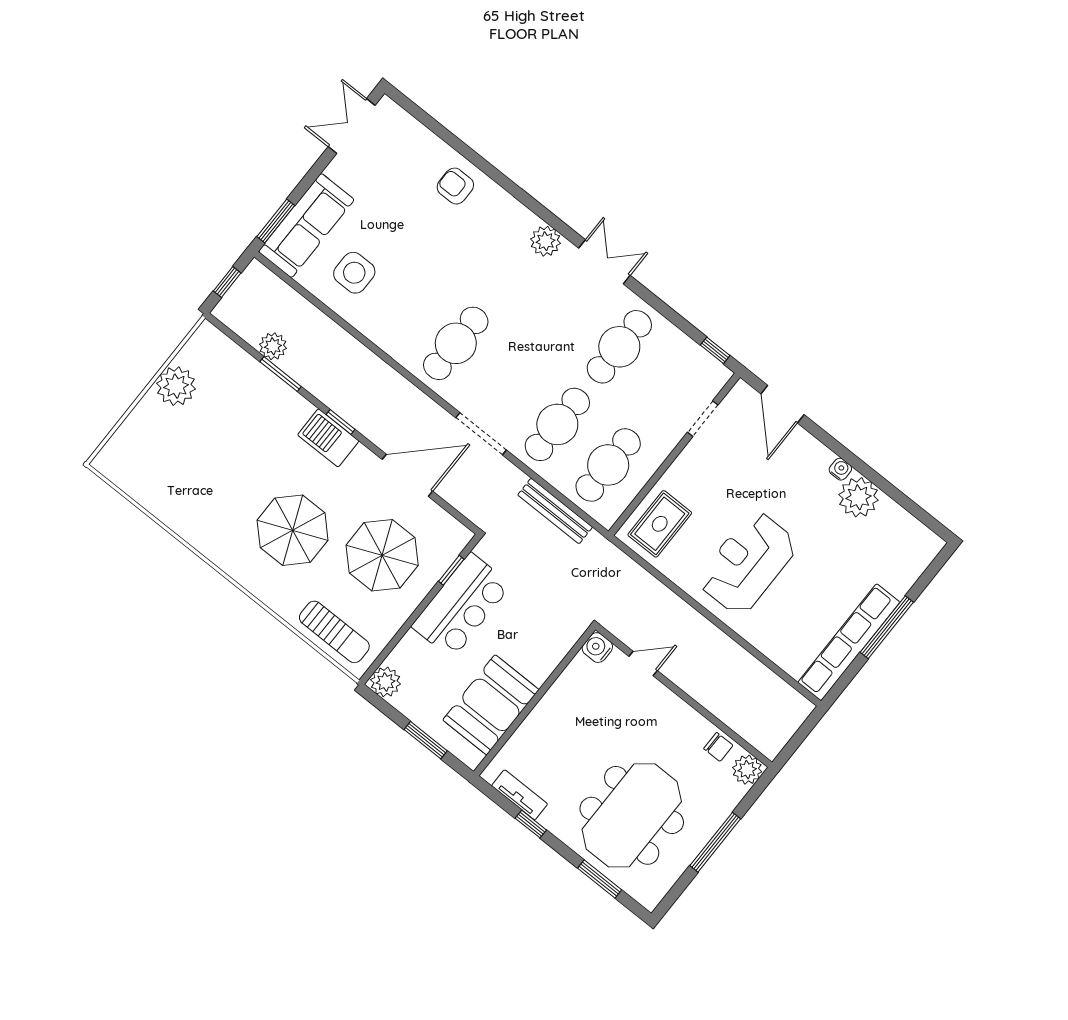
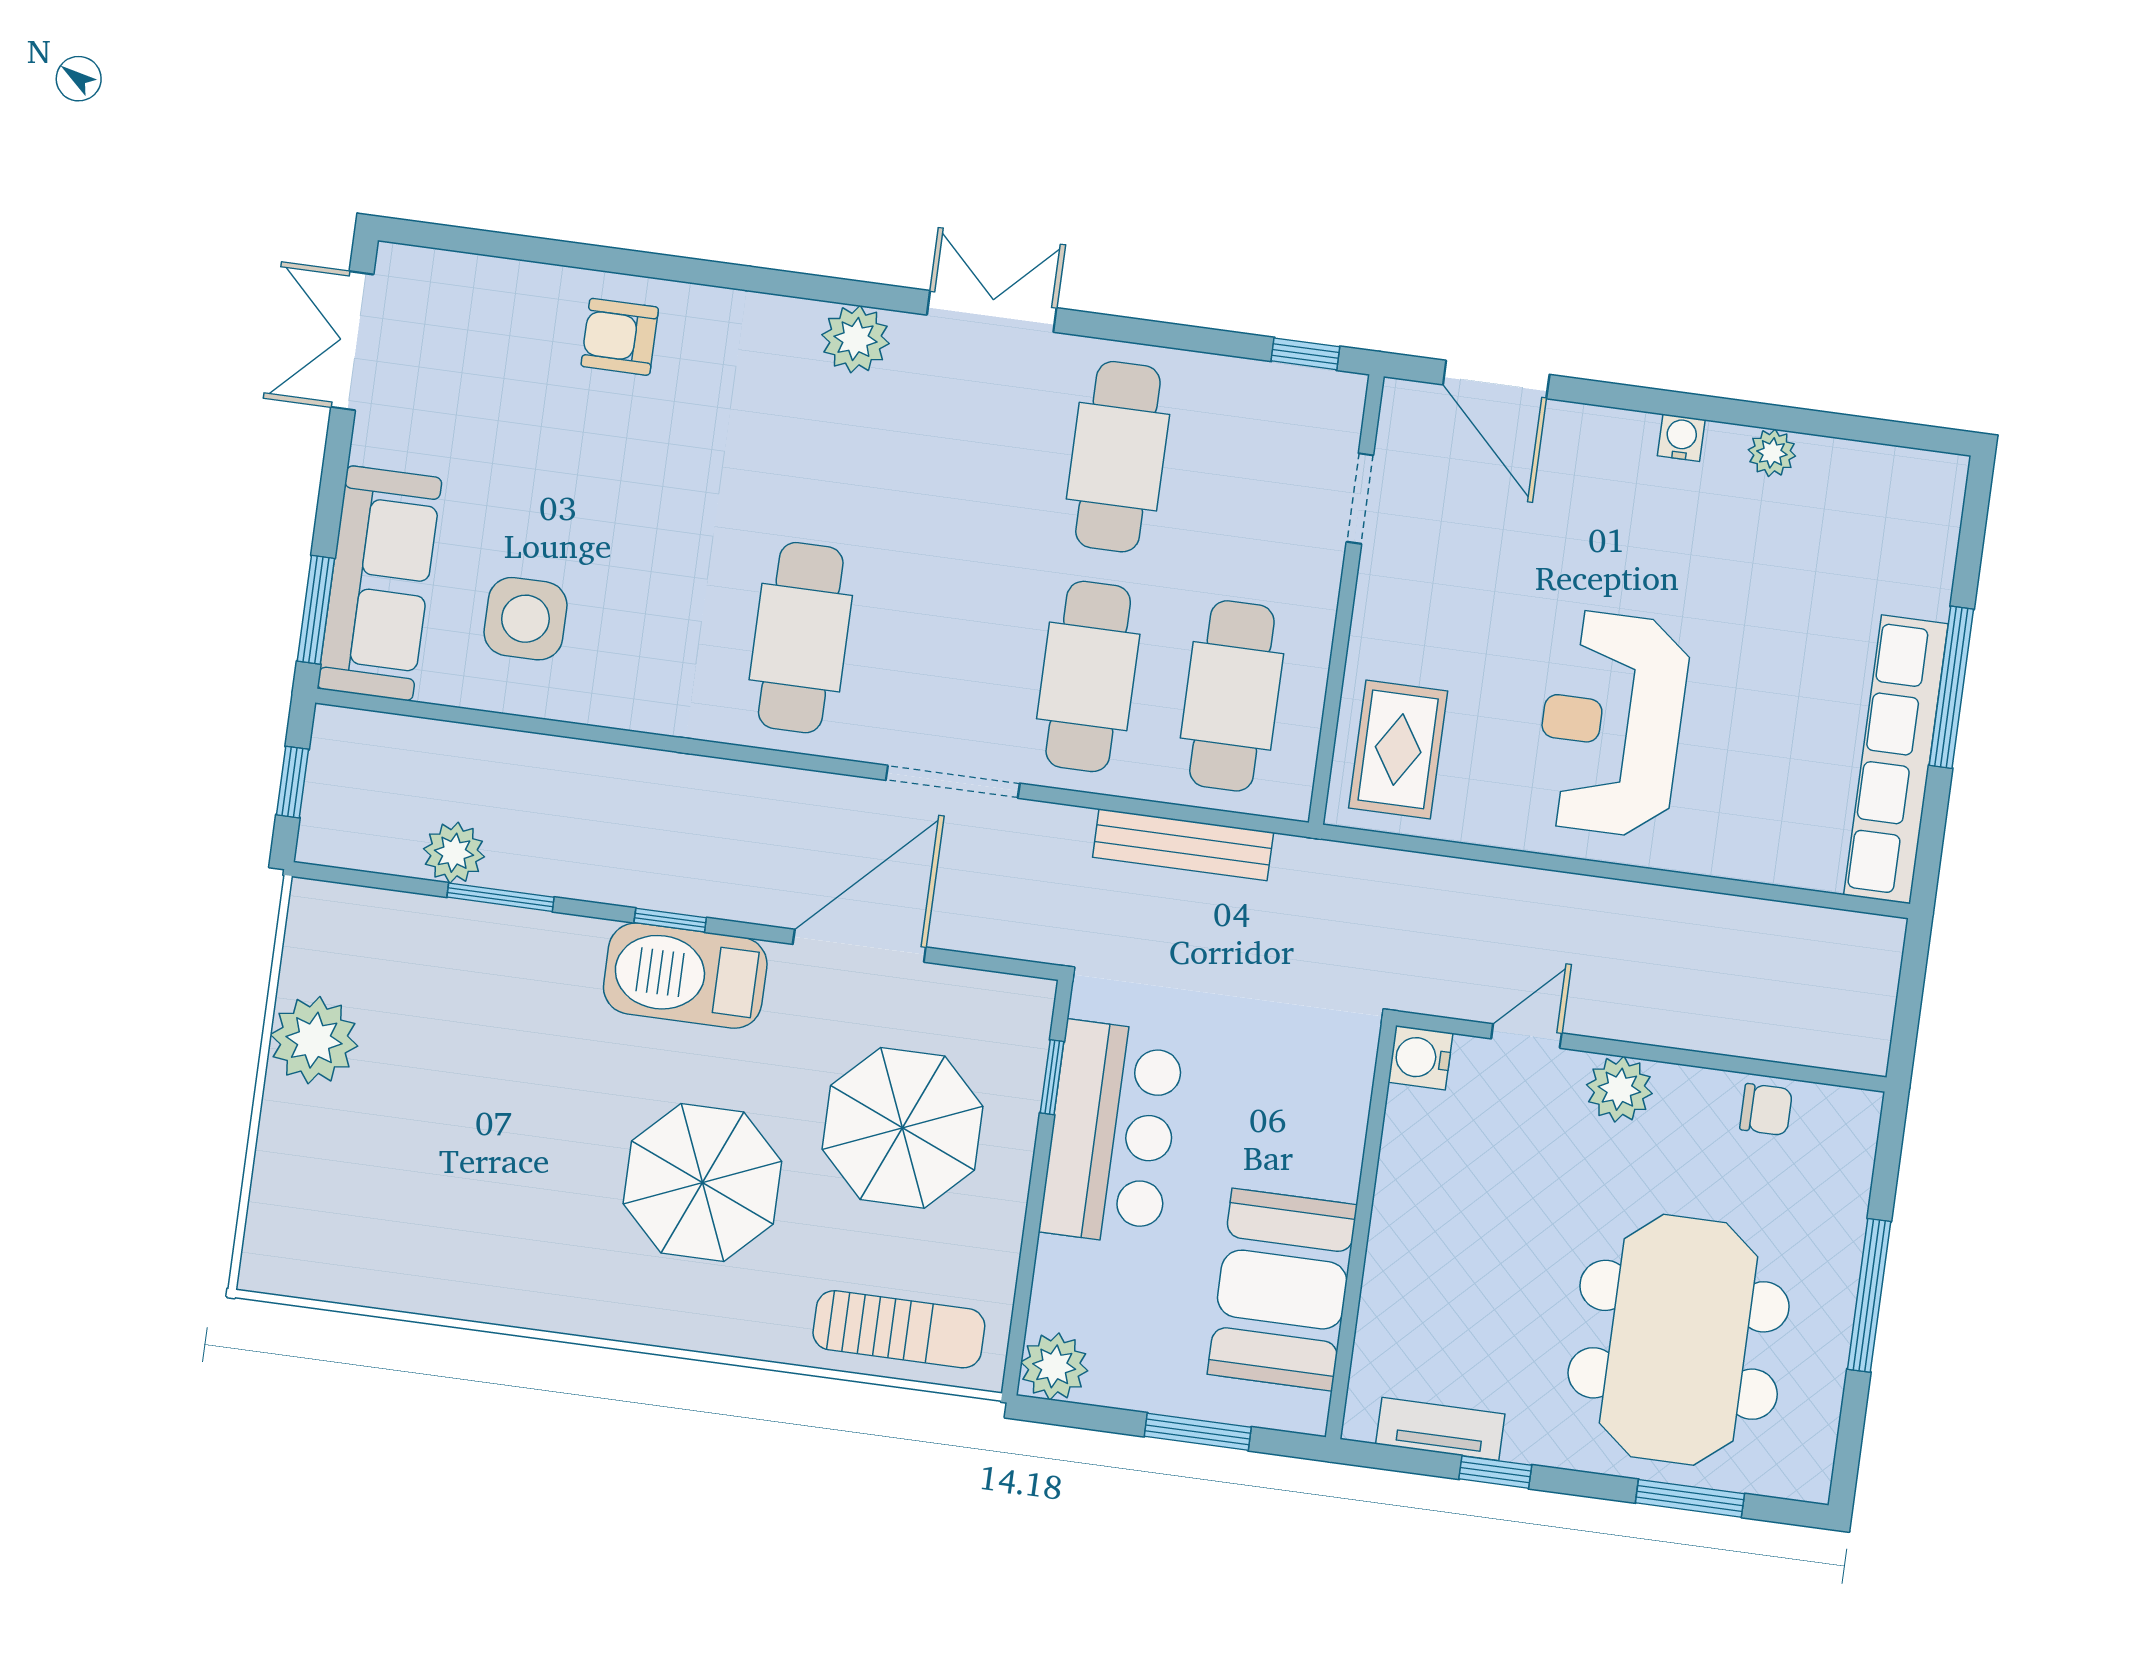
barbecue: (328, 438) -> (685, 976), width x1.37, depth x1.21
plant: (859, 497) -> (1772, 453), width x0.53, depth x0.53
plant: (747, 770) -> (1619, 1089), moved

